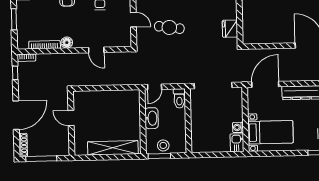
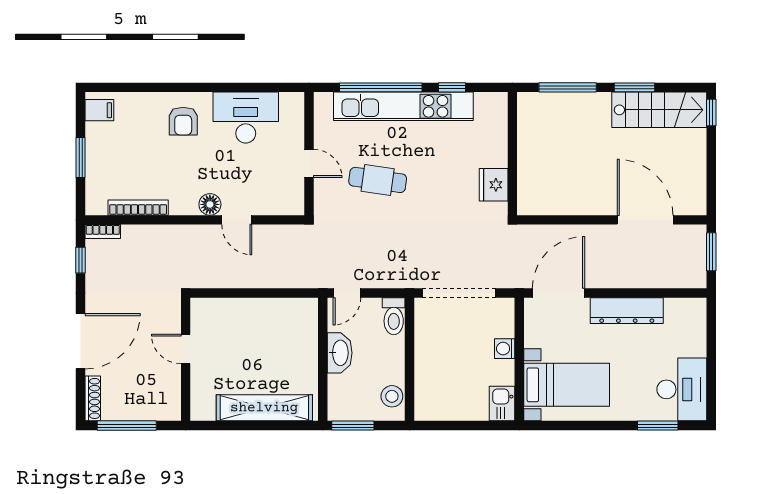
floor lamp: (67, 43) -> (210, 204), moved
washing machine: (238, 127) -> (505, 349), moved
stool: (163, 145) -> (392, 396), moved

